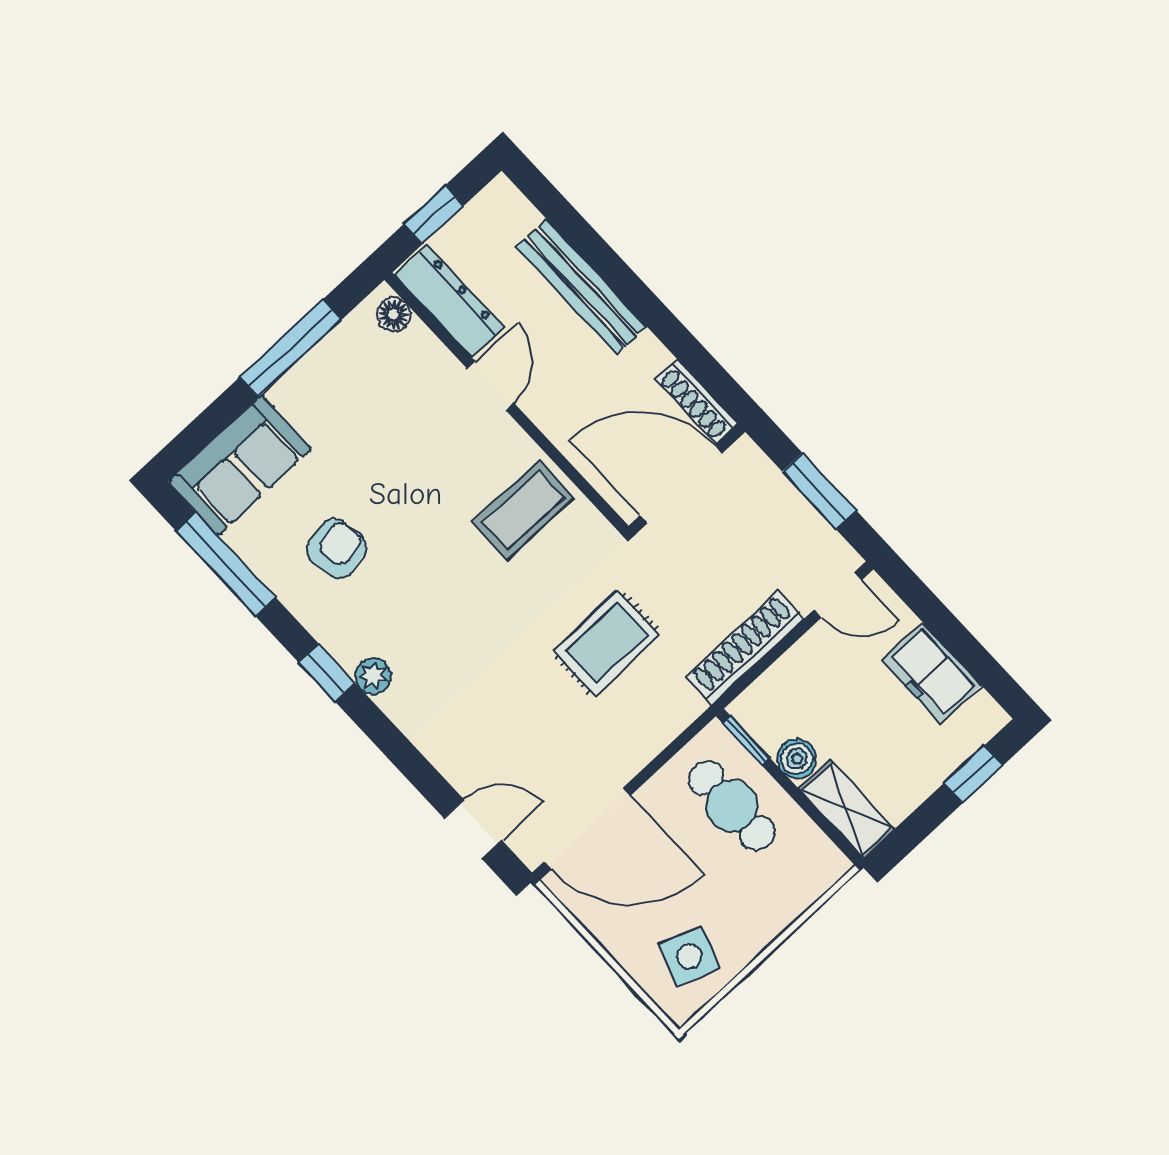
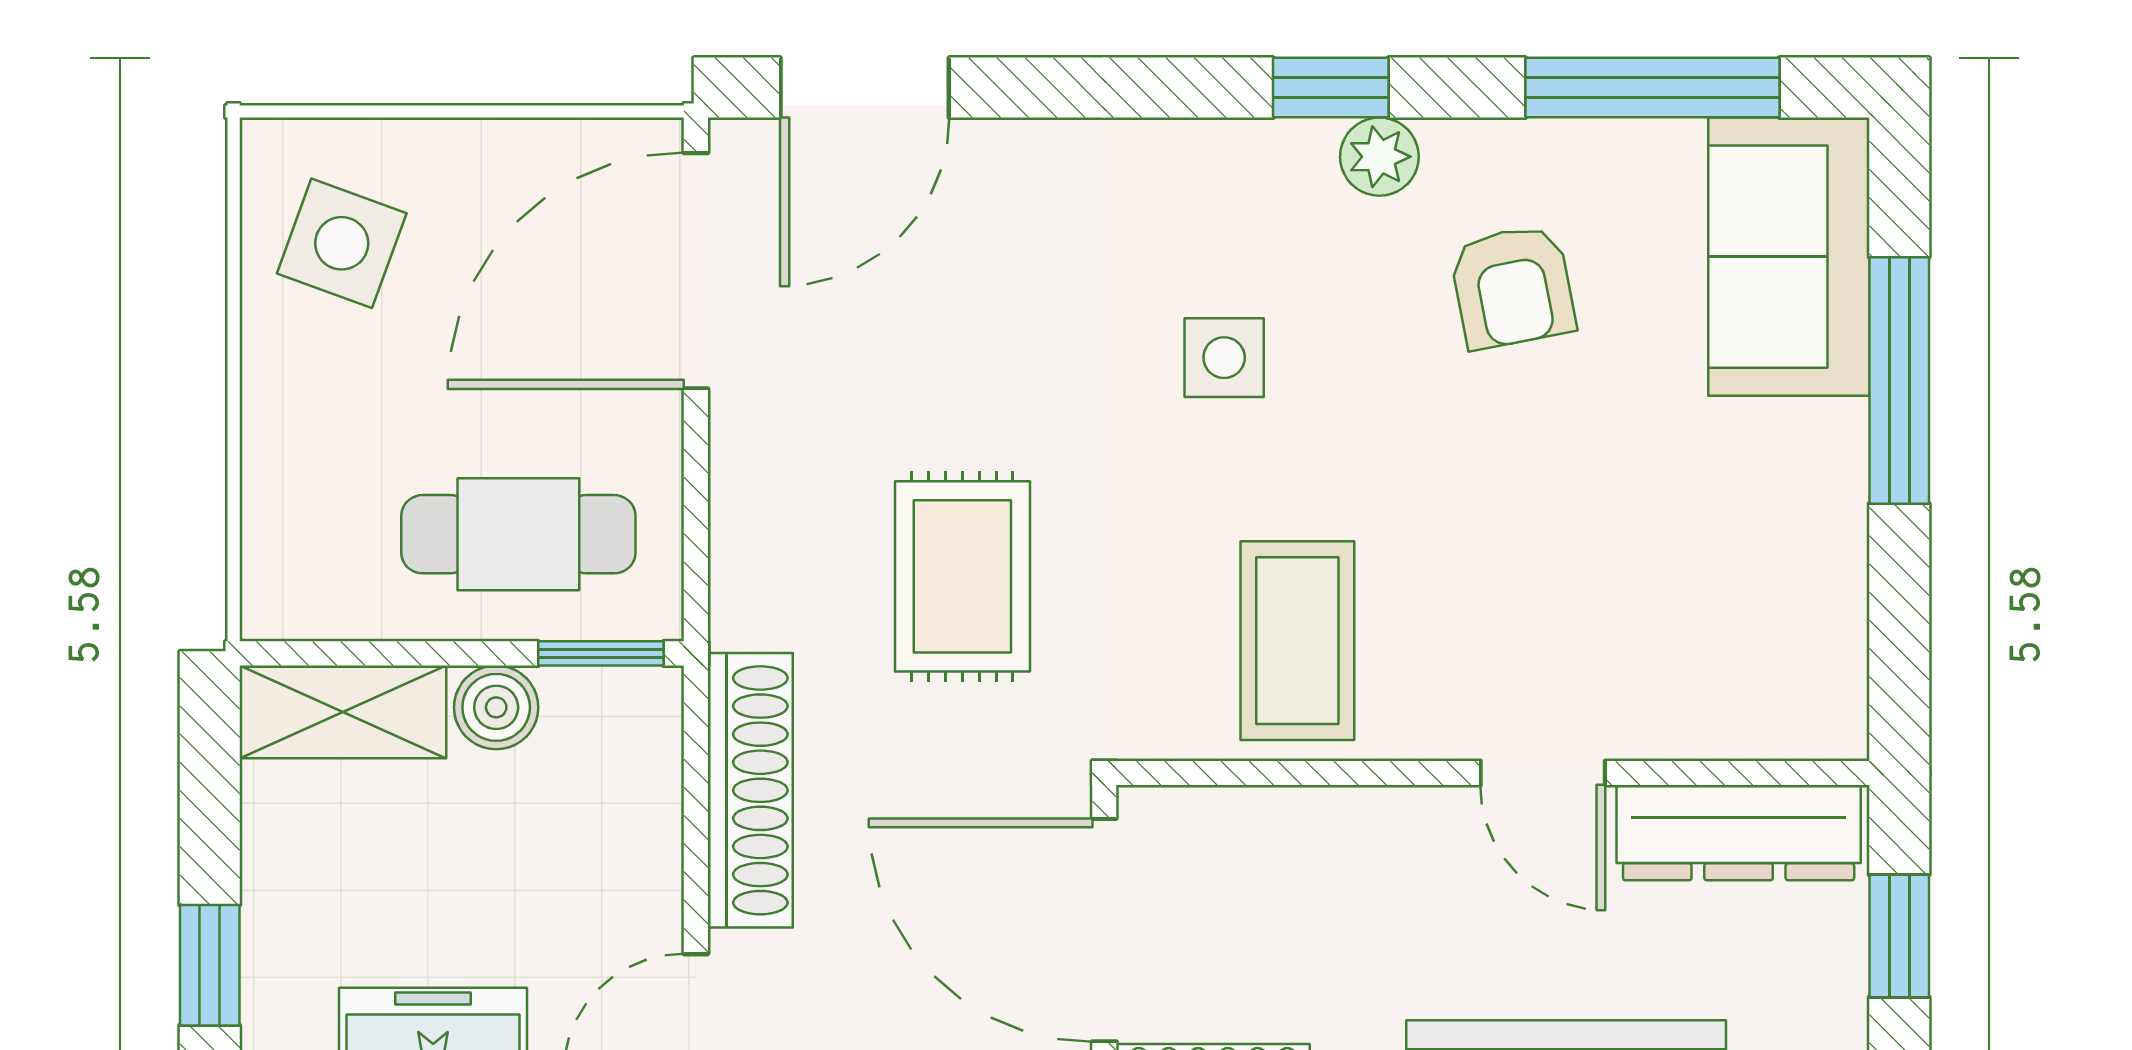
floor lamp: (394, 315) -> (1800, 725), removed
window: (290, 349) -> (1899, 380), moved
door: (681, 484) -> (1104, 930), swing flipped
side table: (451, 624) -> (1224, 358), added
plant: (373, 676) -> (1379, 157), moved
door: (473, 829) -> (865, 88), width x1.38

